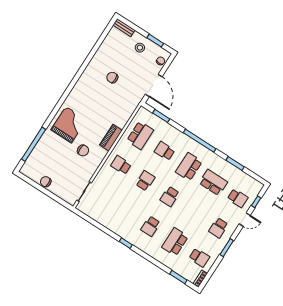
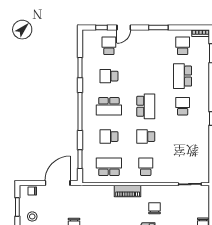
school desk: (164, 151) -> (109, 137), turned 90
school desk: (121, 165) -> (146, 167), turned 180
school desk: (213, 182) -> (109, 76), width x0.54
school desk: (170, 196) -> (146, 106), width x1.85
door: (245, 220) -> (124, 27), swing flipped
school desk: (151, 226) -> (183, 106), turned -90
school desk: (218, 228) -> (146, 46), removed
school desk: (175, 242) -> (183, 76), turned 90

